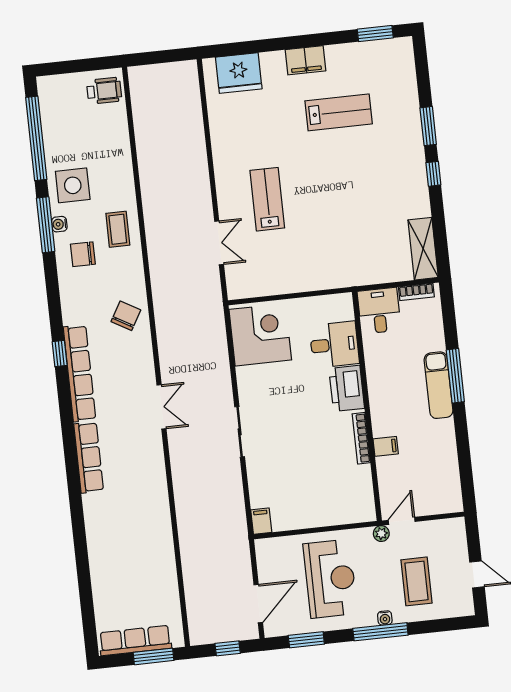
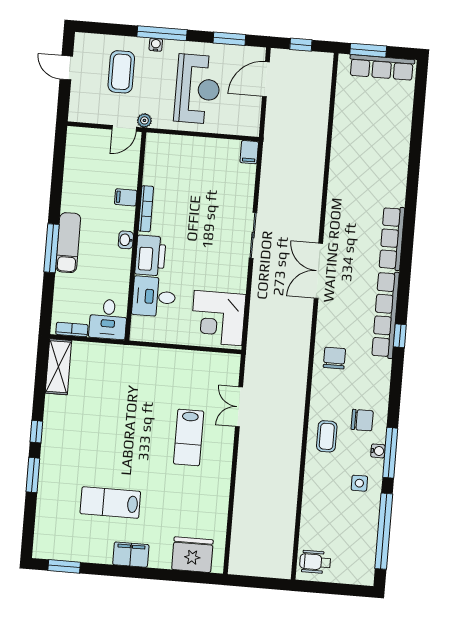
side table: (73, 185) -> (359, 483), width x0.54, depth x0.54
chair: (126, 316) -> (334, 358), turned 150
washbasin: (377, 400) -> (126, 240), added
double door: (161, 407) -> (318, 271), width x1.37
reception desk: (330, 579) -> (198, 89), turned 180

